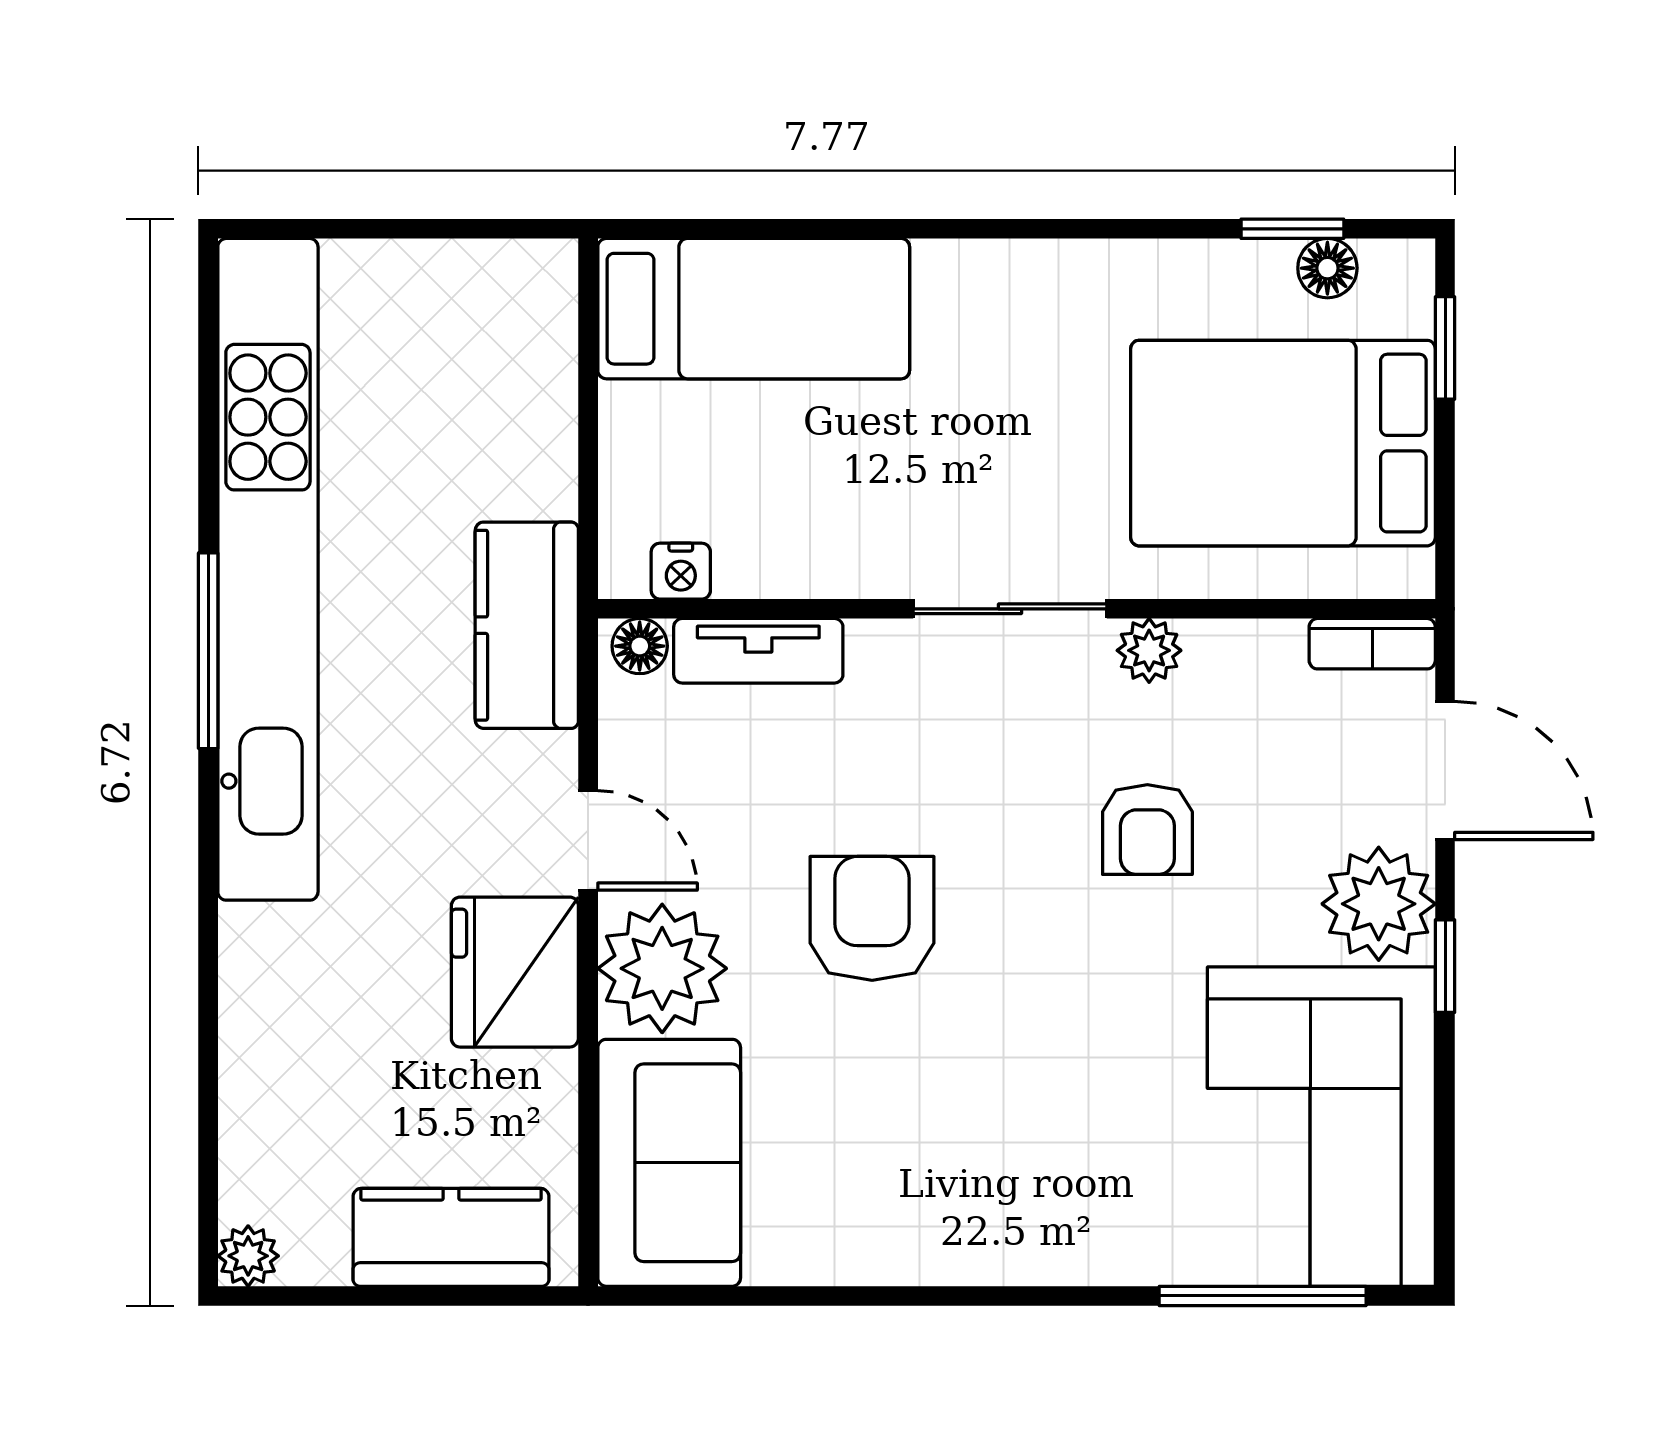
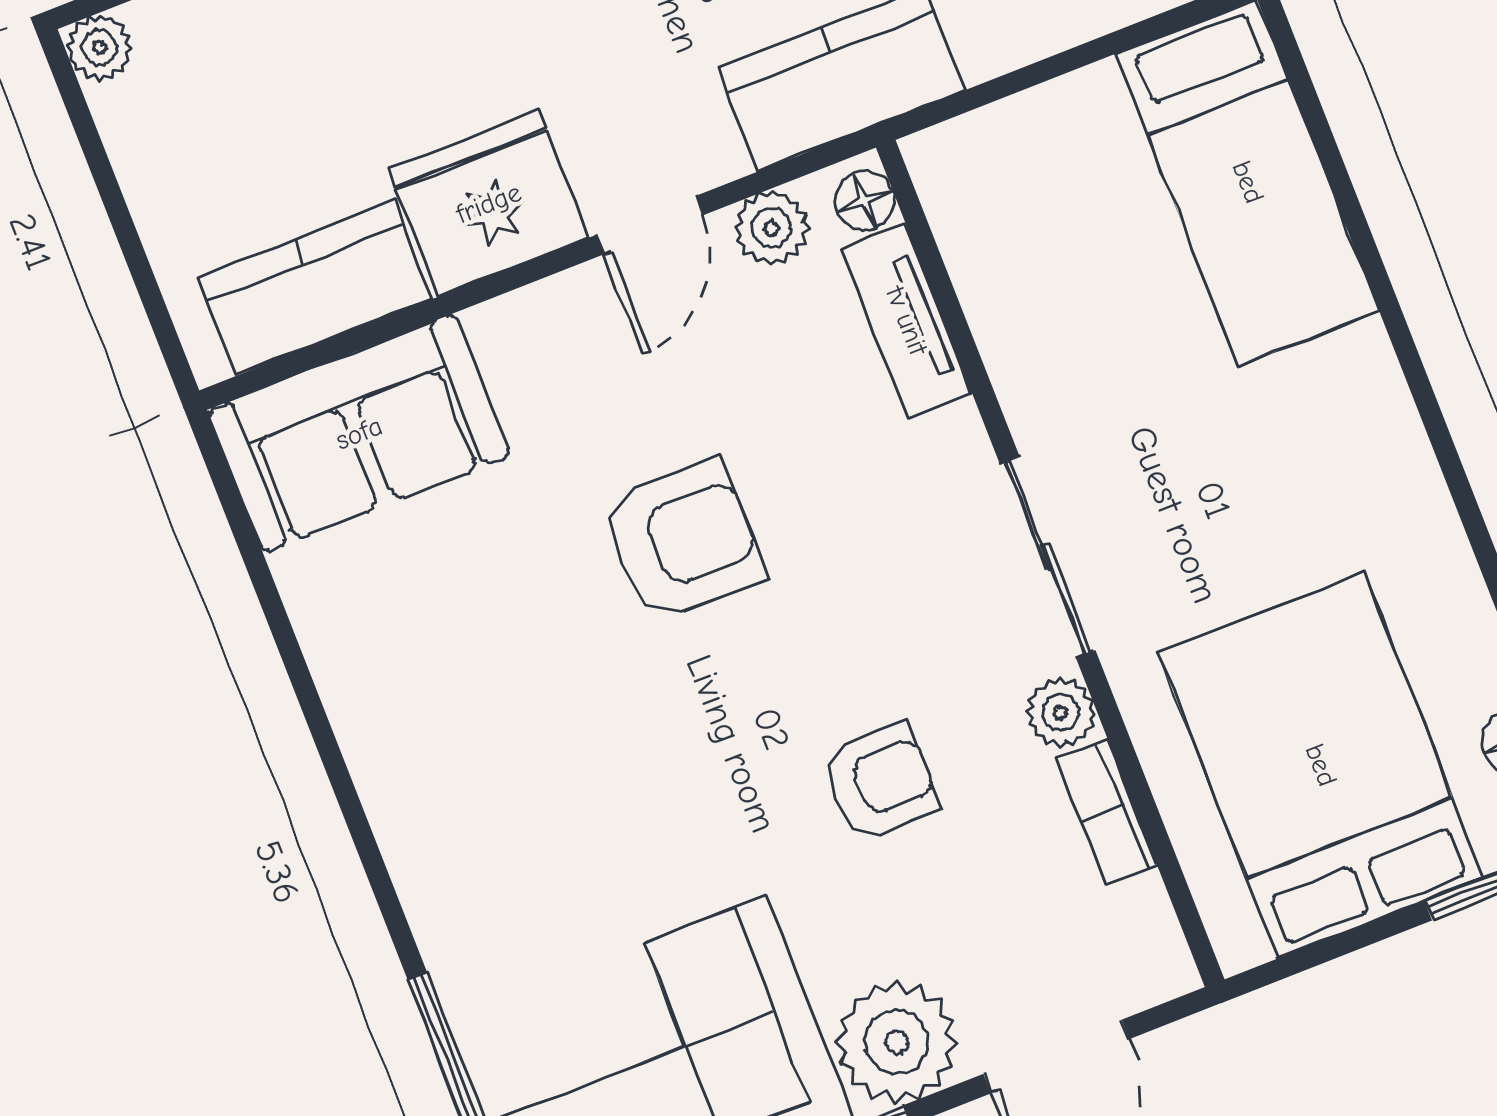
nightstand: (681, 571) -> (956, 212), removed
bookcase: (1372, 644) -> (1107, 812), moved
armchair: (1147, 830) -> (880, 781), turned 180
plant: (662, 968) -> (772, 228), moved, width x0.53, depth x0.53
kitchen counter: (451, 1237) -> (315, 288), moved, turned -90

